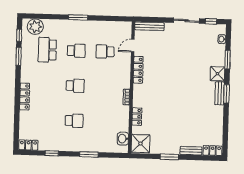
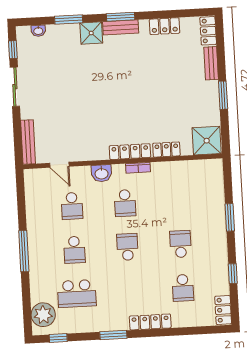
window: (78, 17) -> (24, 251), width x1.44
school desk: (76, 51) -> (74, 250), turned 180
window: (19, 56) -> (113, 335), moved
locker: (138, 70) -> (130, 152), moved
school desk: (104, 87) -> (125, 203), added
school desk: (45, 120) -> (183, 288), added
locker: (218, 122) -> (165, 26), added
washbasin: (123, 139) -> (101, 173), moved

